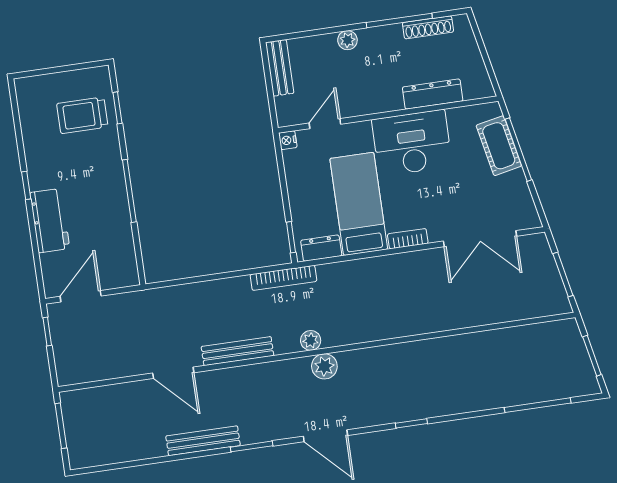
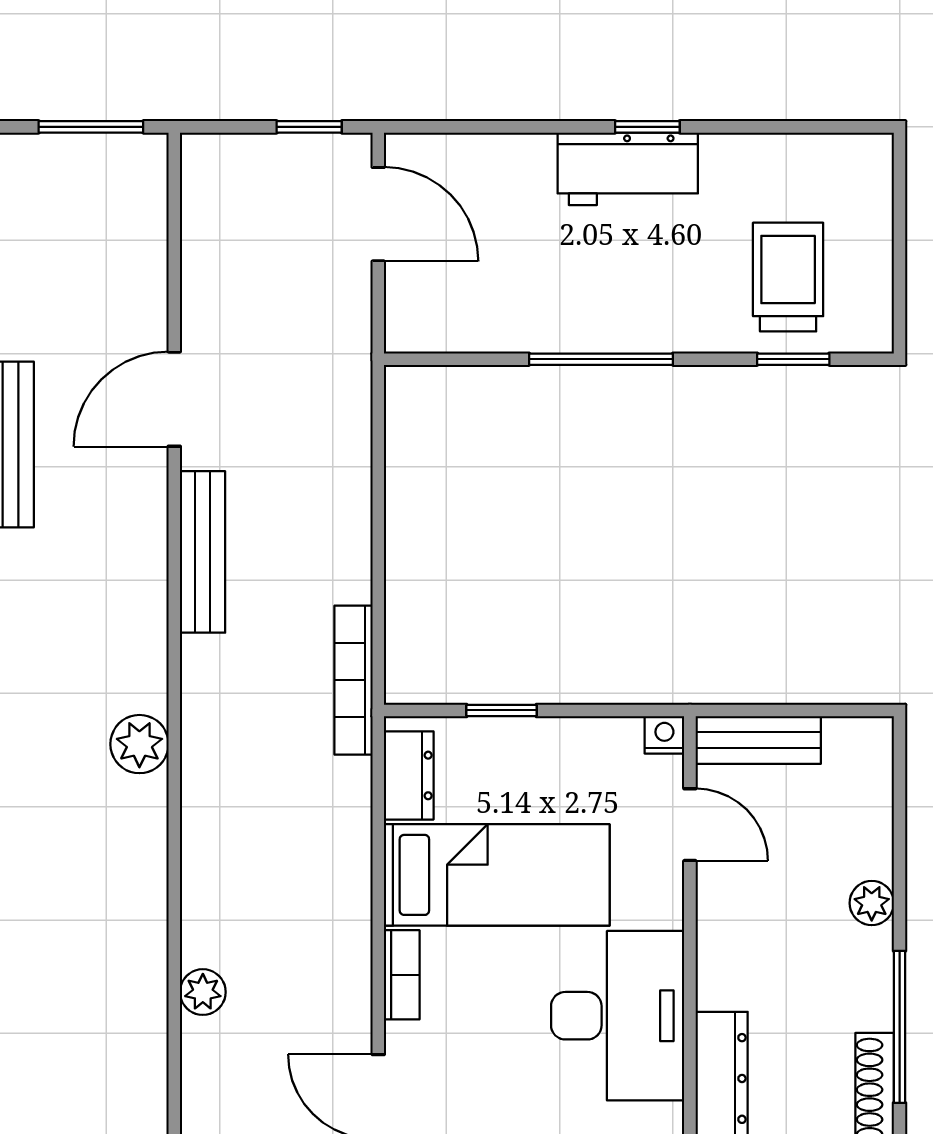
bench: (280, 68) -> (758, 740), moved
workbench: (50, 221) -> (628, 169), moved
window: (291, 237) -> (501, 710), moved
plant: (311, 340) -> (203, 992), moved

